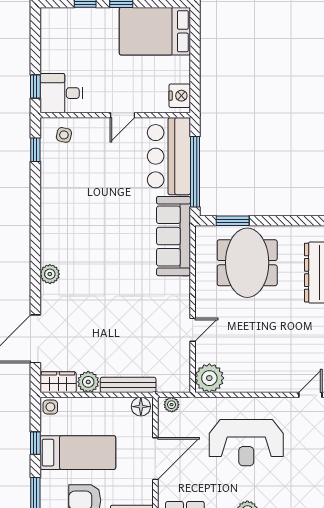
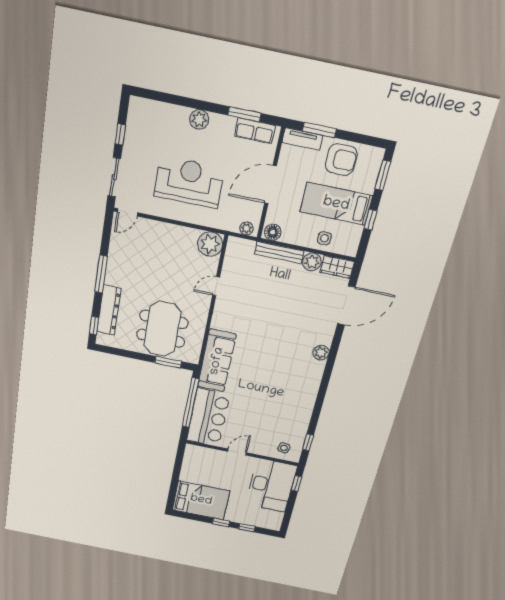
desk: (61, 93) -> (271, 485), width x1.87, depth x1.30
nightstand: (180, 96) -> (192, 456), removed
side table: (50, 407) -> (324, 238), moved

